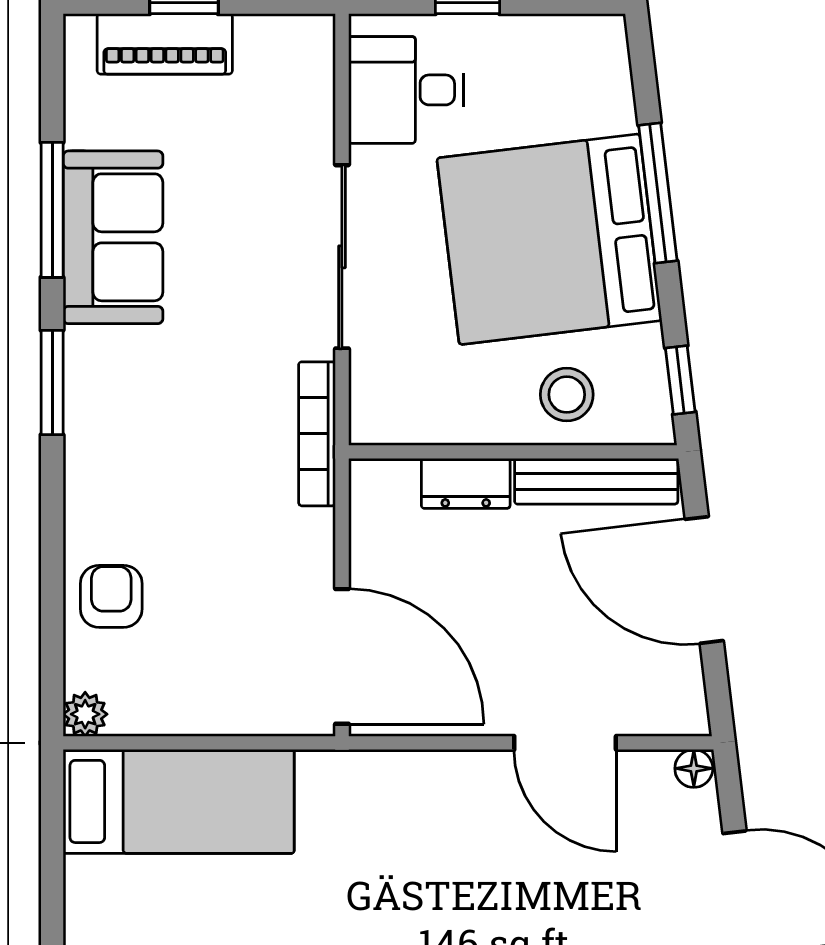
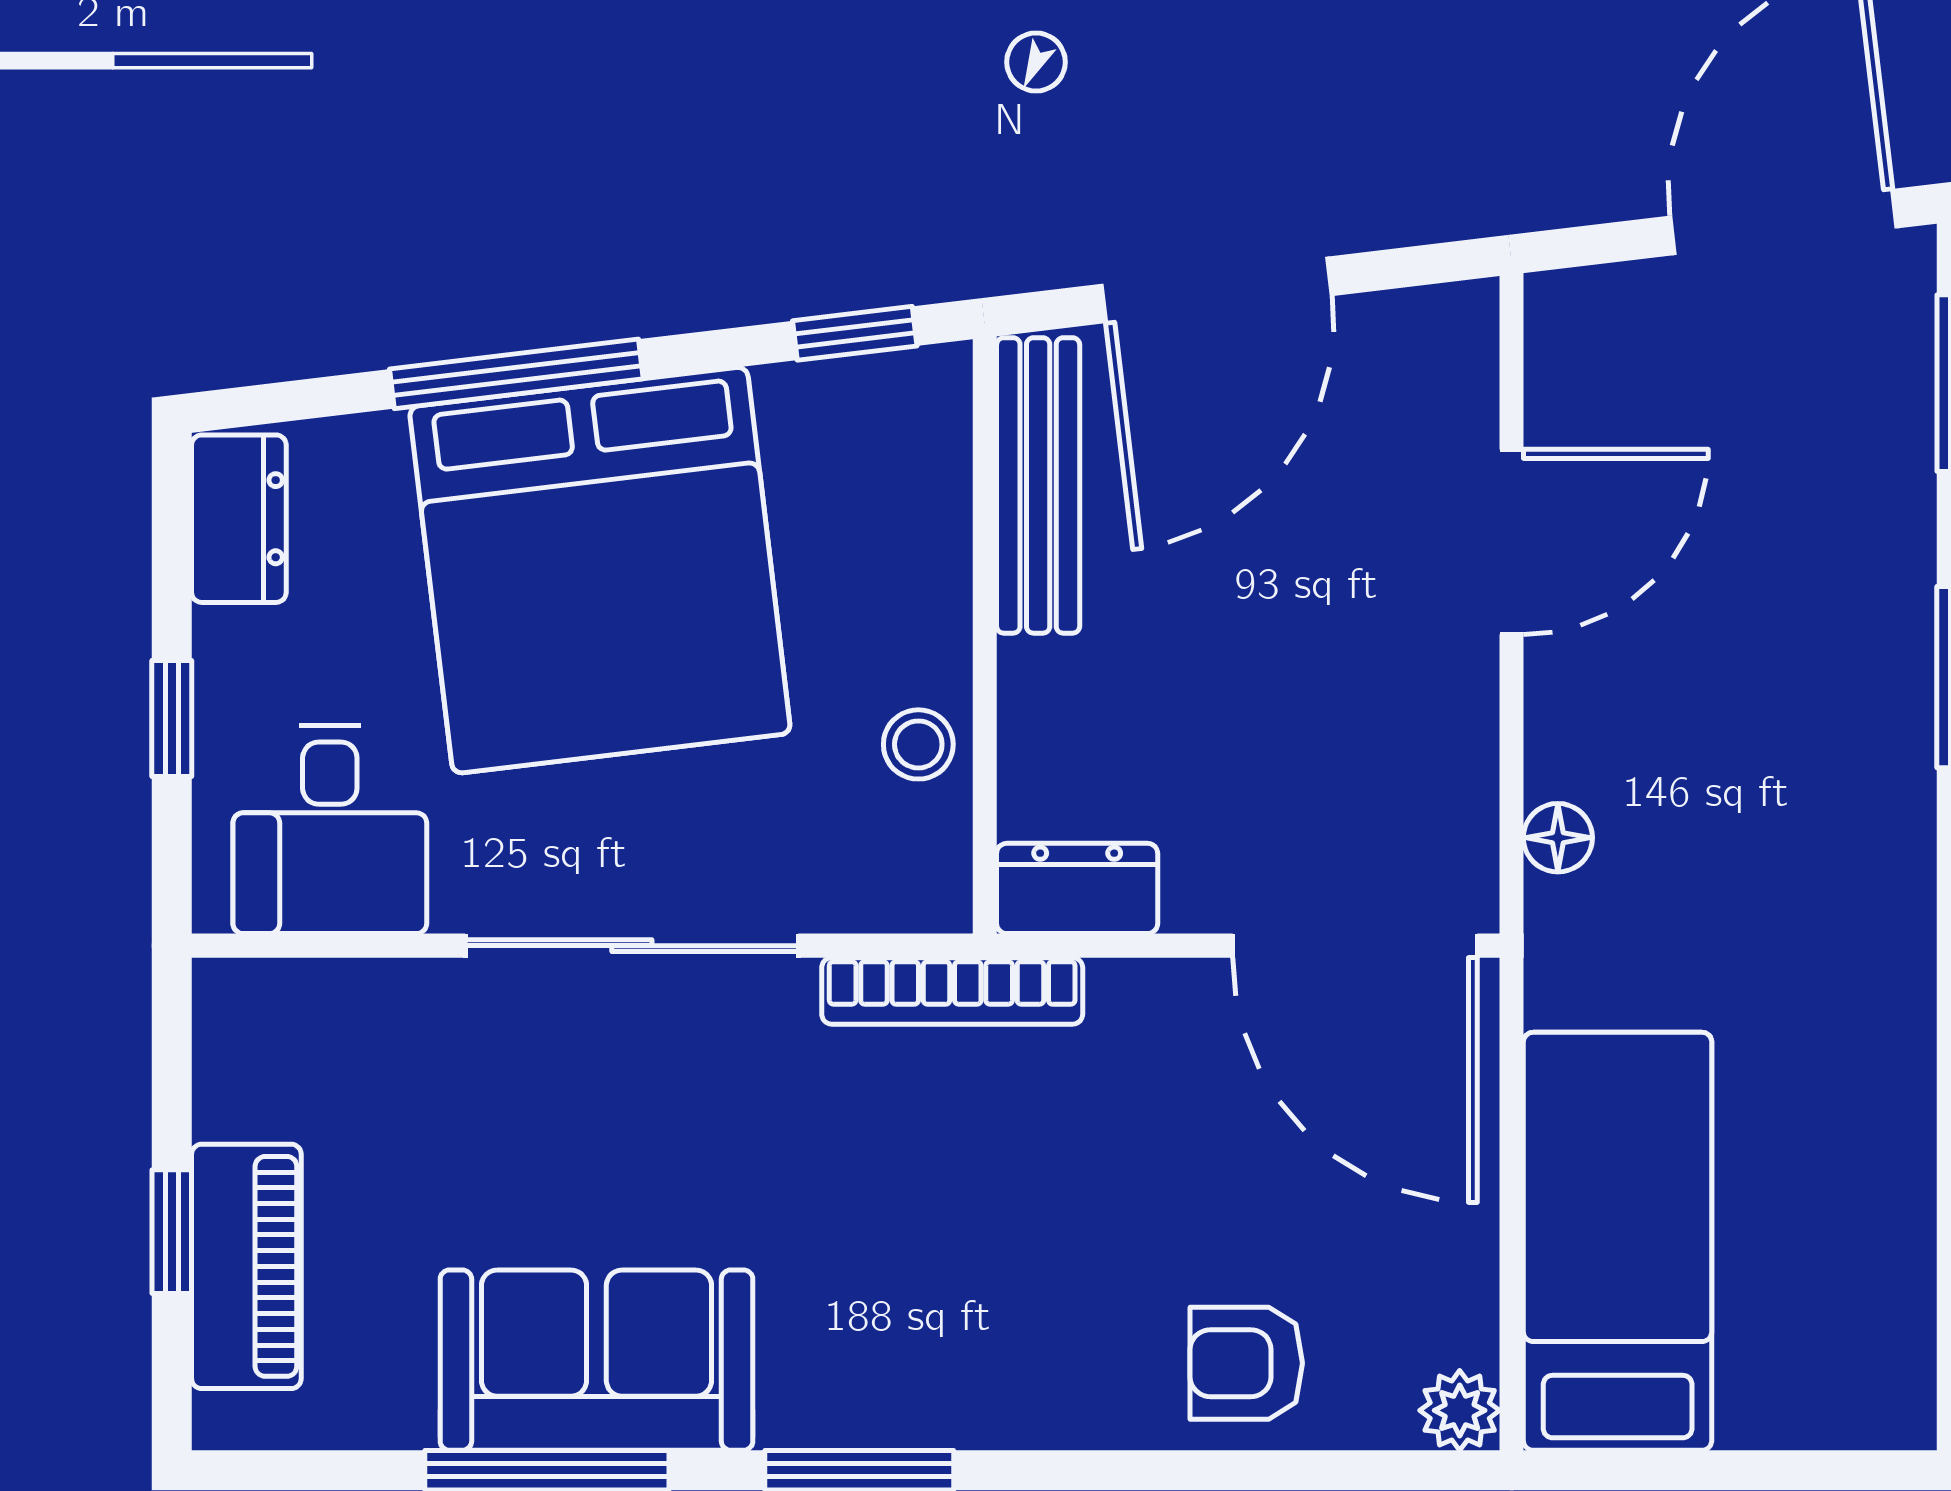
dresser: (578, 40) -> (239, 519), added
stool: (567, 395) -> (918, 744), moved, width x0.73, depth x0.73
dresser: (466, 483) -> (1077, 888), moved, turned -90
door: (342, 656) -> (1355, 946), swing flipped
floor lamp: (694, 768) -> (1558, 838), moved

